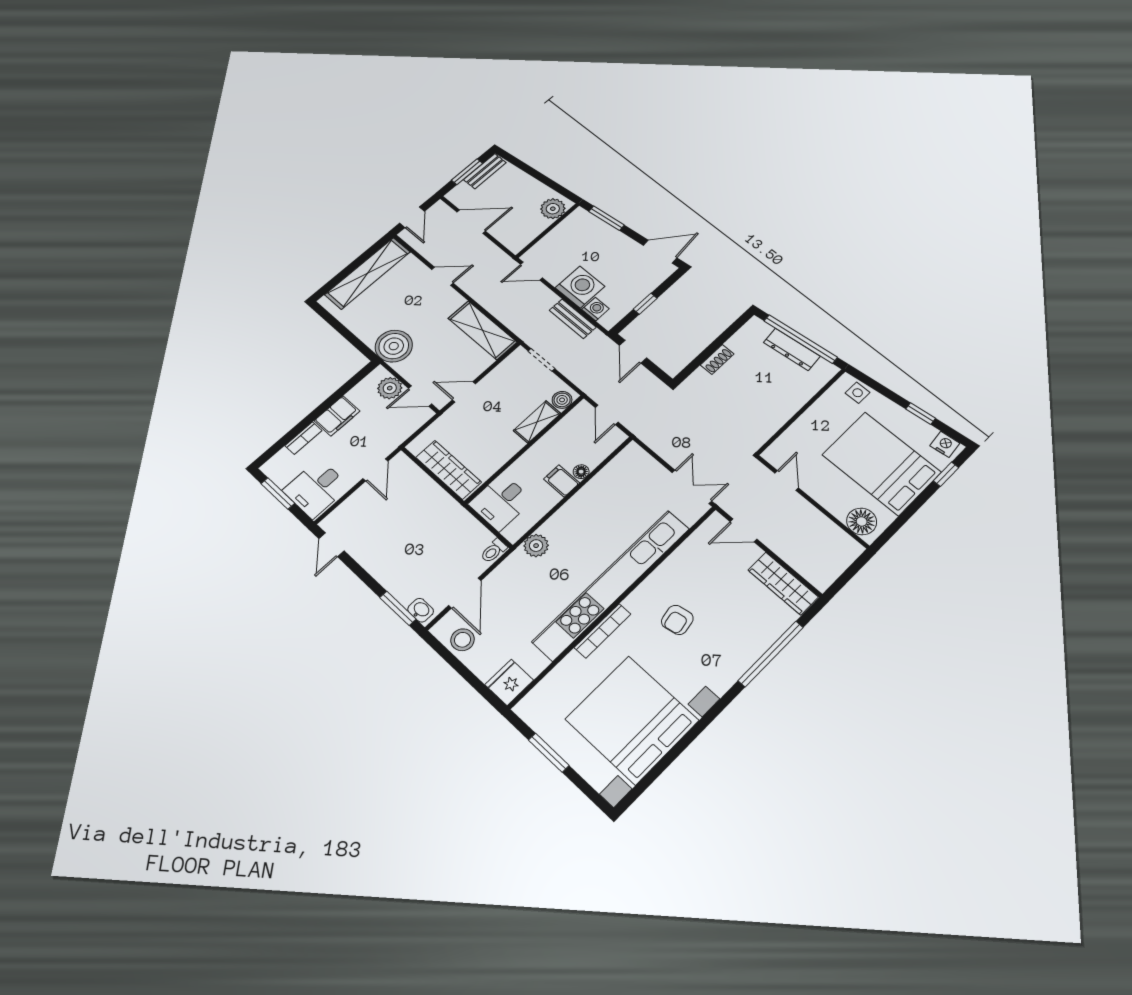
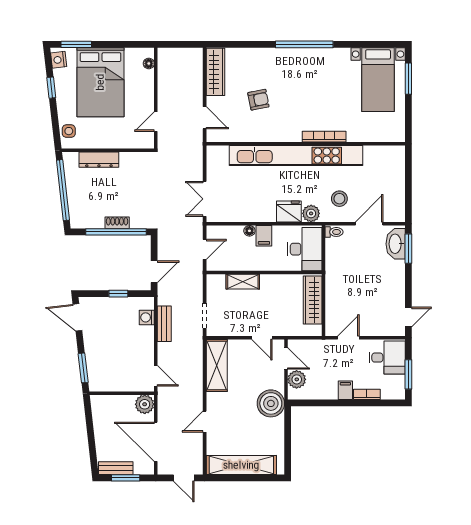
plant: (553, 209) -> (145, 404), moved
door: (412, 217) -> (184, 478), swing flipped
door: (471, 222) -> (156, 442), width x1.36
door: (442, 276) -> (205, 422), hinge flipped
washing machine: (580, 287) -> (141, 339), removed
dresser: (792, 349) -> (99, 160), moved, turned 96
window: (709, 351) -> (116, 232), added
boiler: (562, 400) -> (218, 281), removed
filing cabinet: (337, 416) -> (345, 390), width x0.50
window: (946, 474) -> (76, 44), width x1.50
double door: (692, 487) -> (205, 199), moved
desk: (501, 502) -> (305, 249), width x1.37
floor lamp: (862, 521) -> (149, 63), width x0.53, depth x0.53
washbasin: (421, 610) -> (396, 244), width x1.91, depth x1.45
armchair: (677, 620) -> (258, 100), moved
stool: (462, 640) -> (339, 199), moved
window: (771, 654) -> (304, 44), moved
fridge: (509, 682) -> (289, 211), moved, turned 180
bed with nightstands: (632, 720) -> (378, 80), width x0.54
window: (549, 753) -> (408, 79), moved

